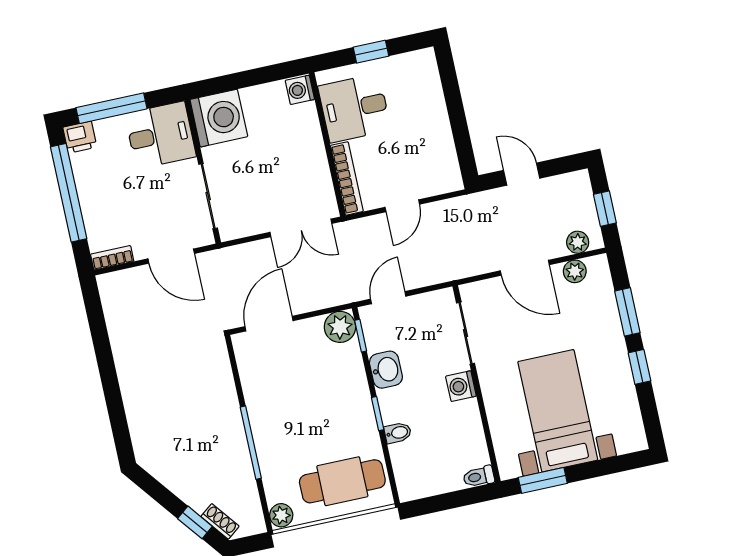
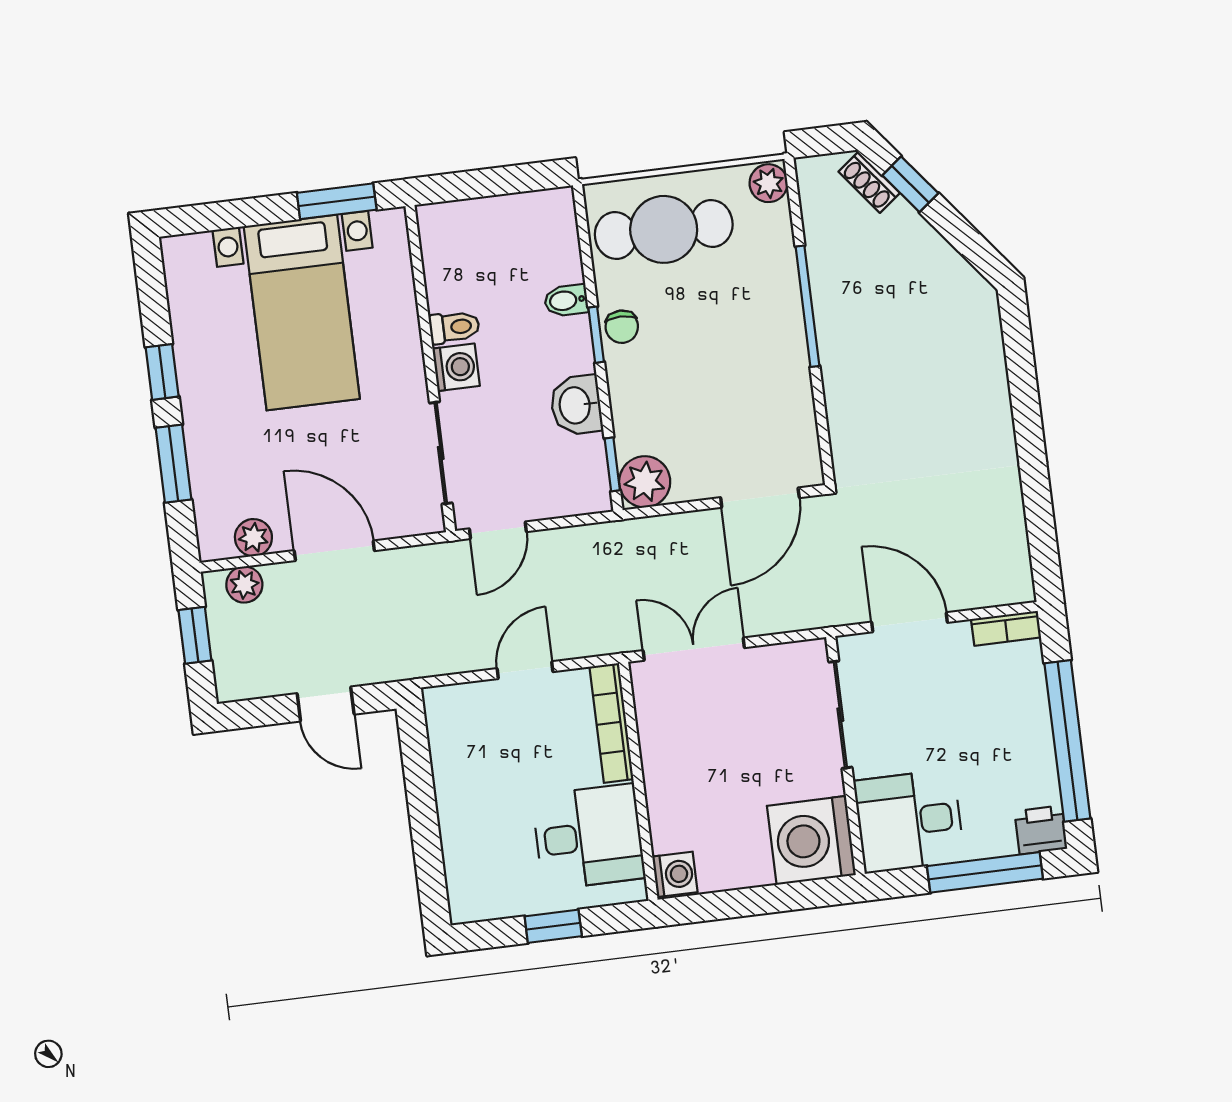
door: (388, 298) -> (498, 530), moved
chair: (362, 420) -> (622, 327), added
toilet: (479, 477) -> (454, 327), moved

